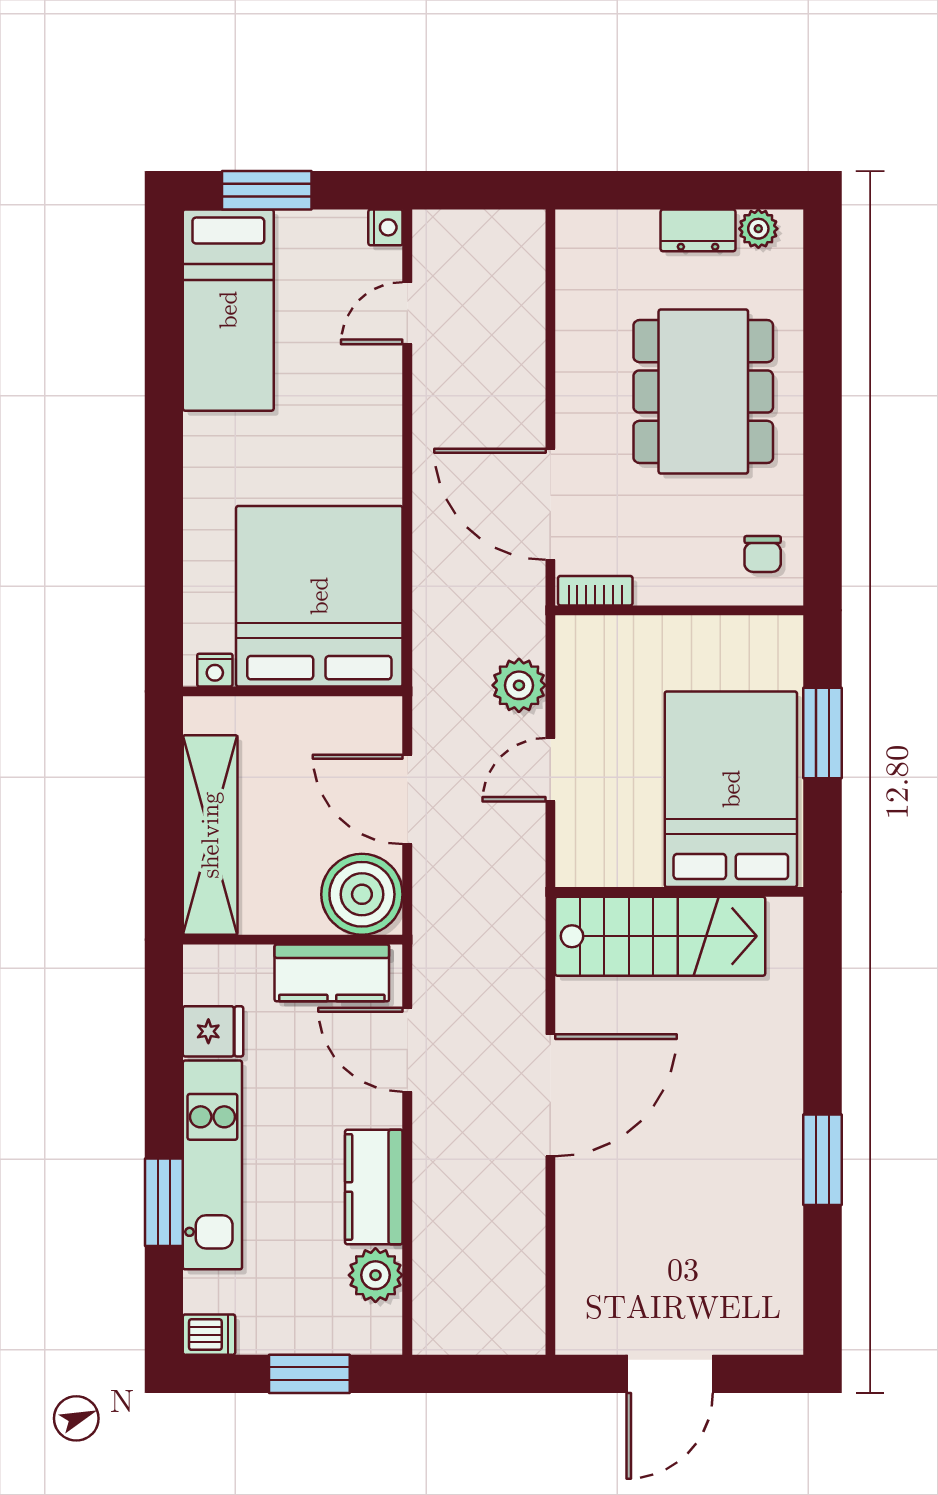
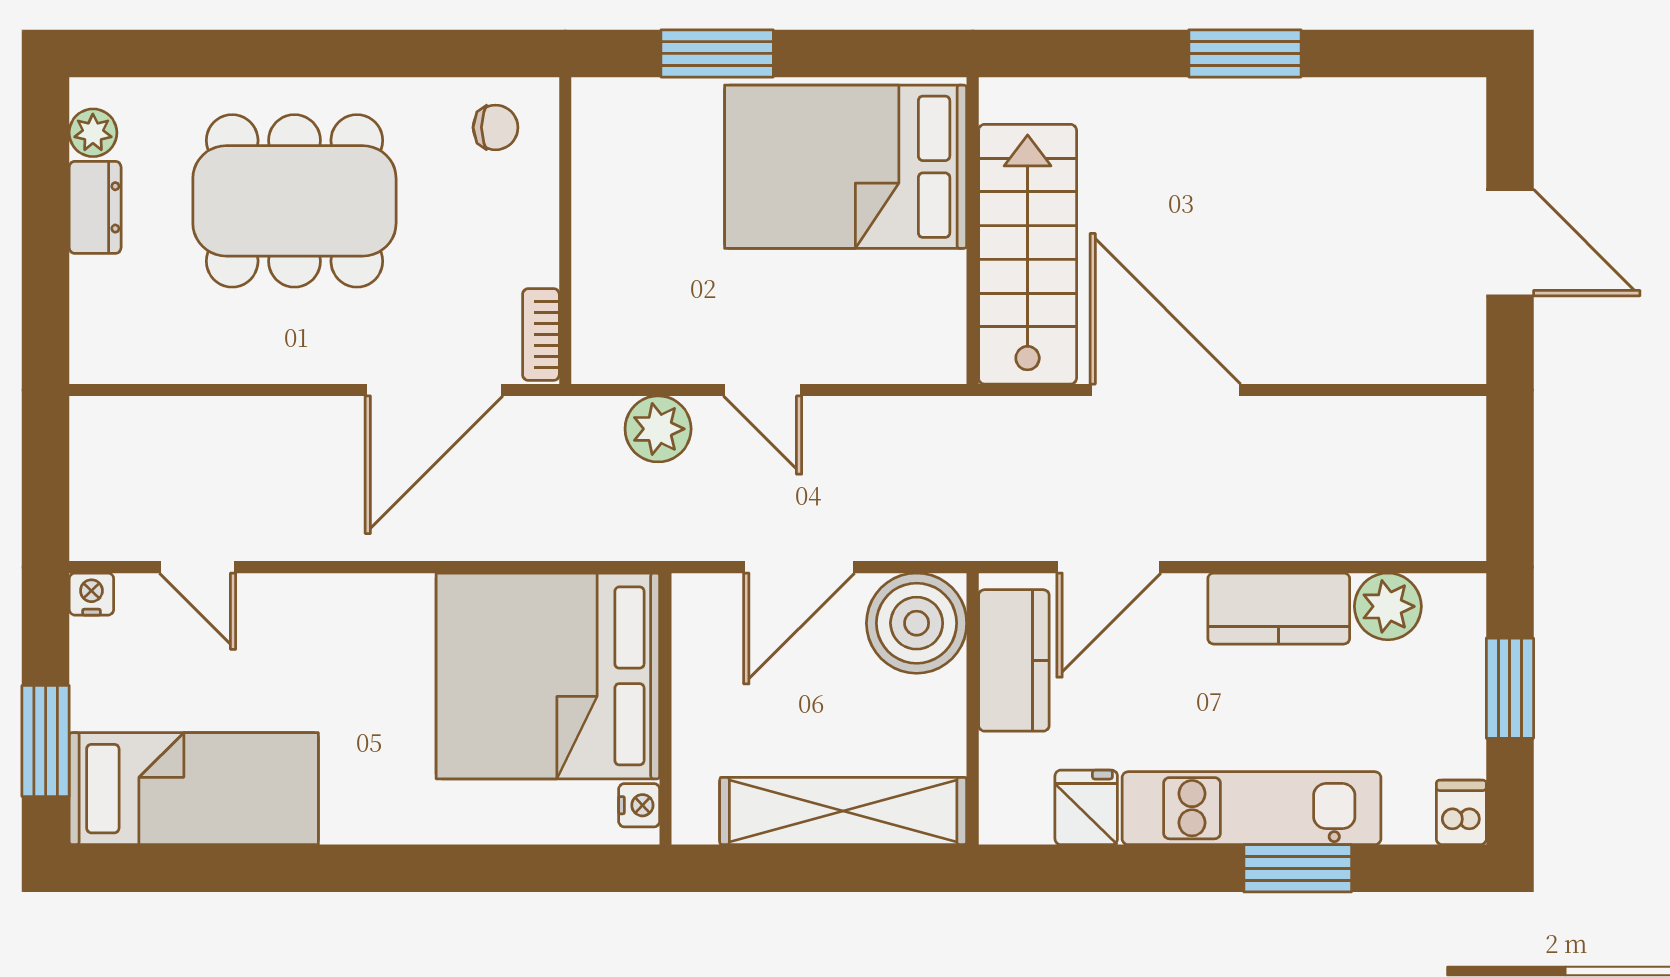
bed: (731, 789) -> (846, 167), moved
wall: (679, 892) -> (973, 231), moved
stairs: (660, 936) -> (1028, 254), moved

